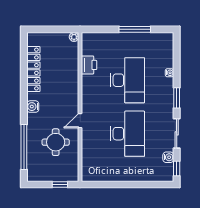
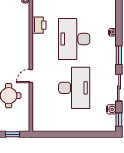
desk: (128, 80) -> (74, 39), turned 180

